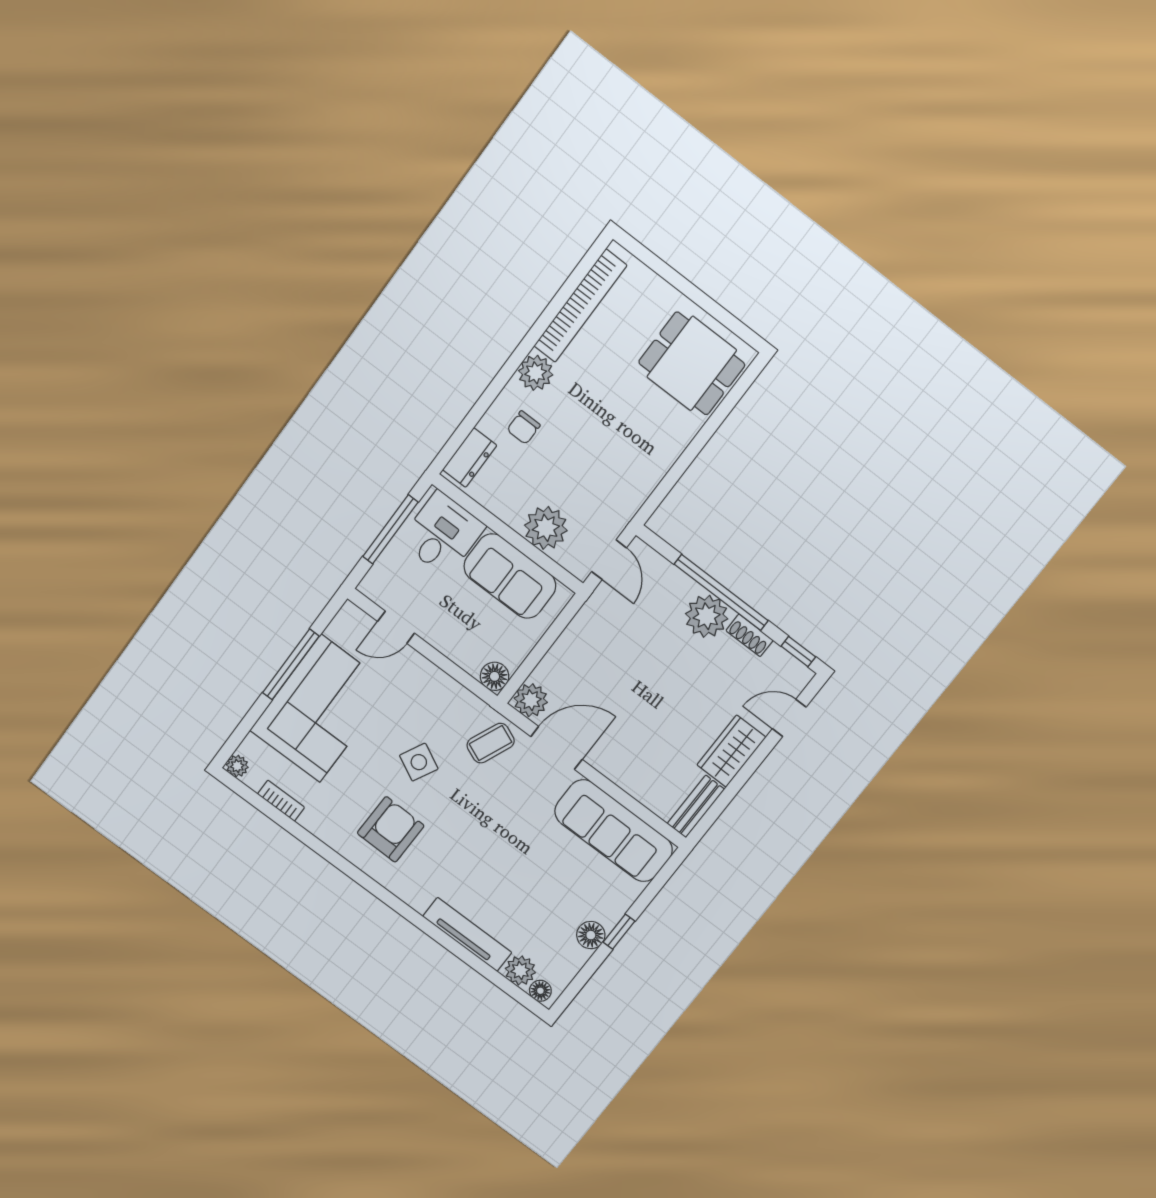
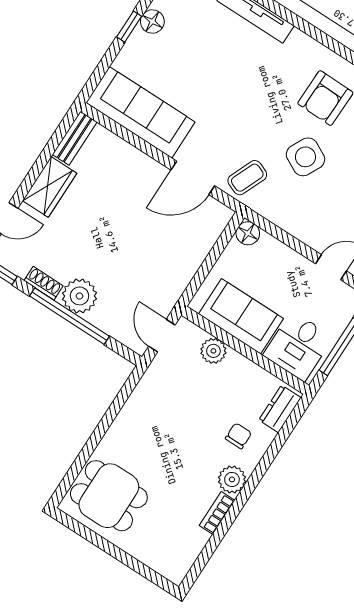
bookcase: (580, 306) -> (217, 513), width x0.43, depth x0.76
plant: (546, 528) -> (213, 351), width x0.73, depth x0.73
plant: (531, 700) -> (217, 216), removed
side table: (419, 762) -> (305, 157), width x1.37, depth x1.37

